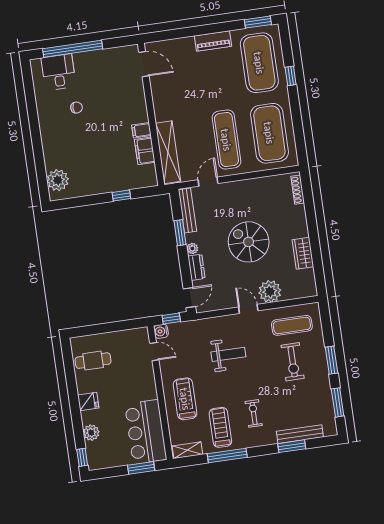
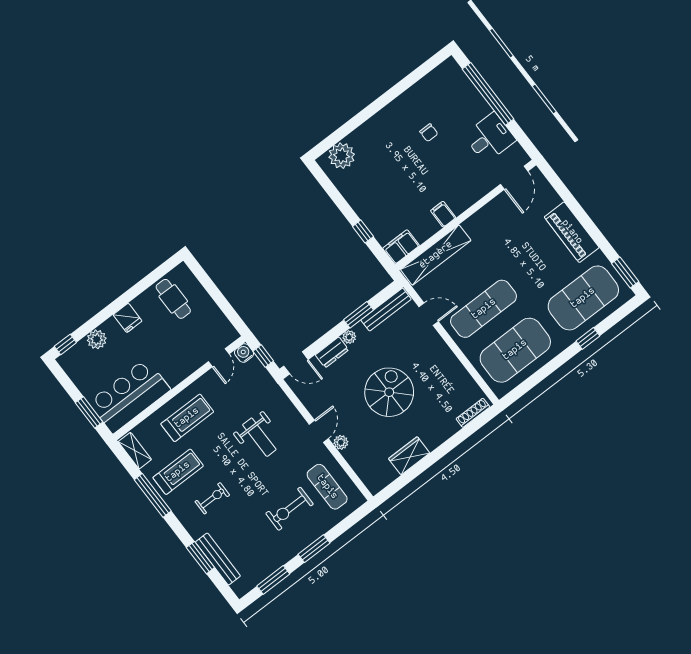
piano: (213, 41) -> (572, 232), width x1.37, depth x1.33
desk: (59, 72) -> (490, 138), moved
filing cabinet: (145, 151) -> (401, 247), moved
plant: (270, 291) -> (341, 442), width x0.53, depth x0.53

